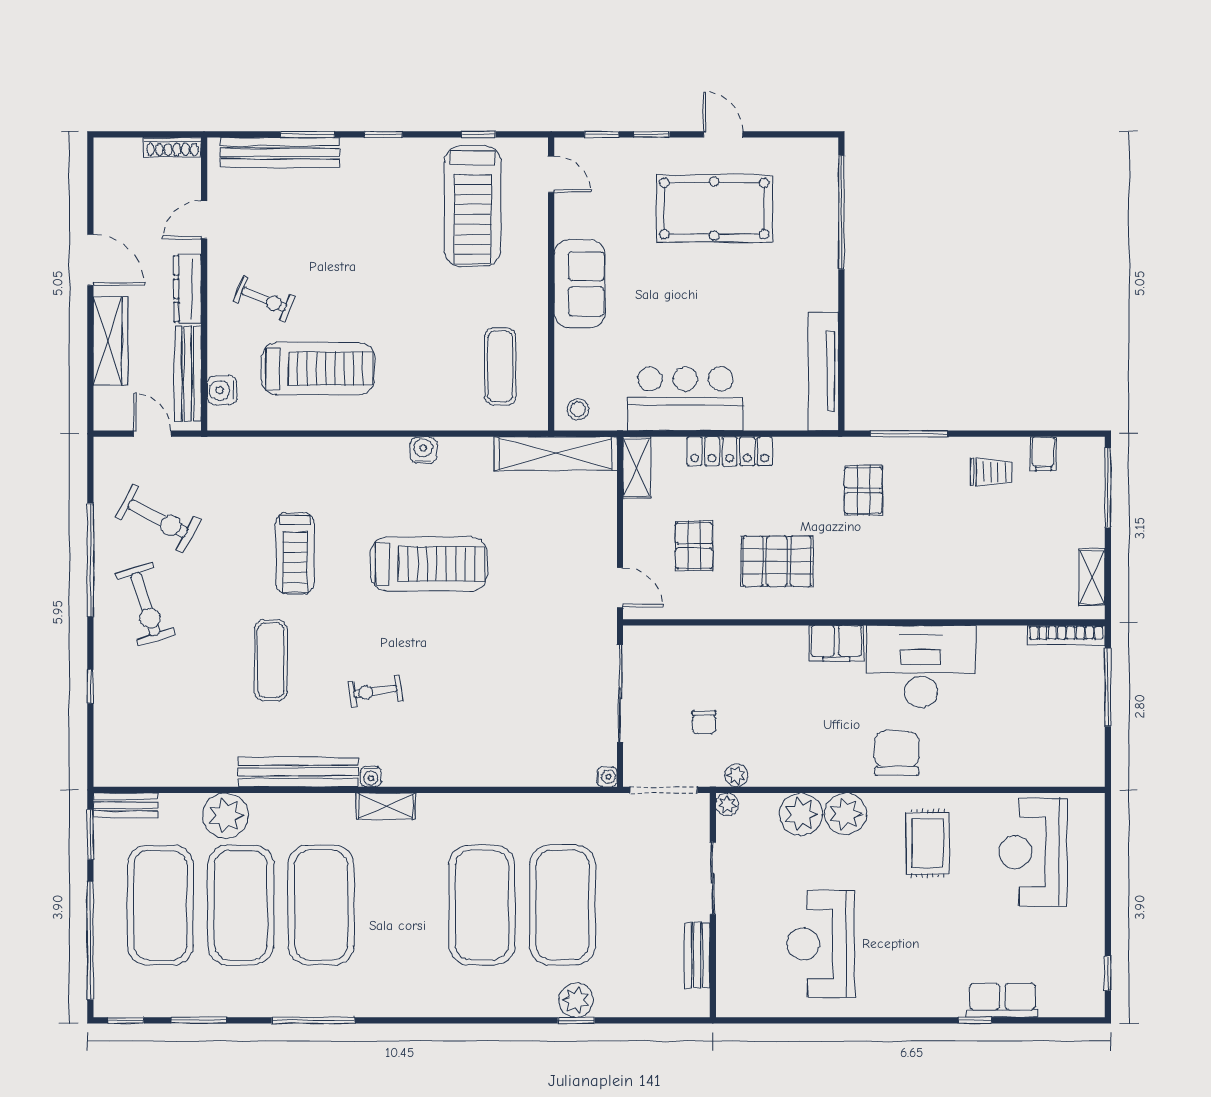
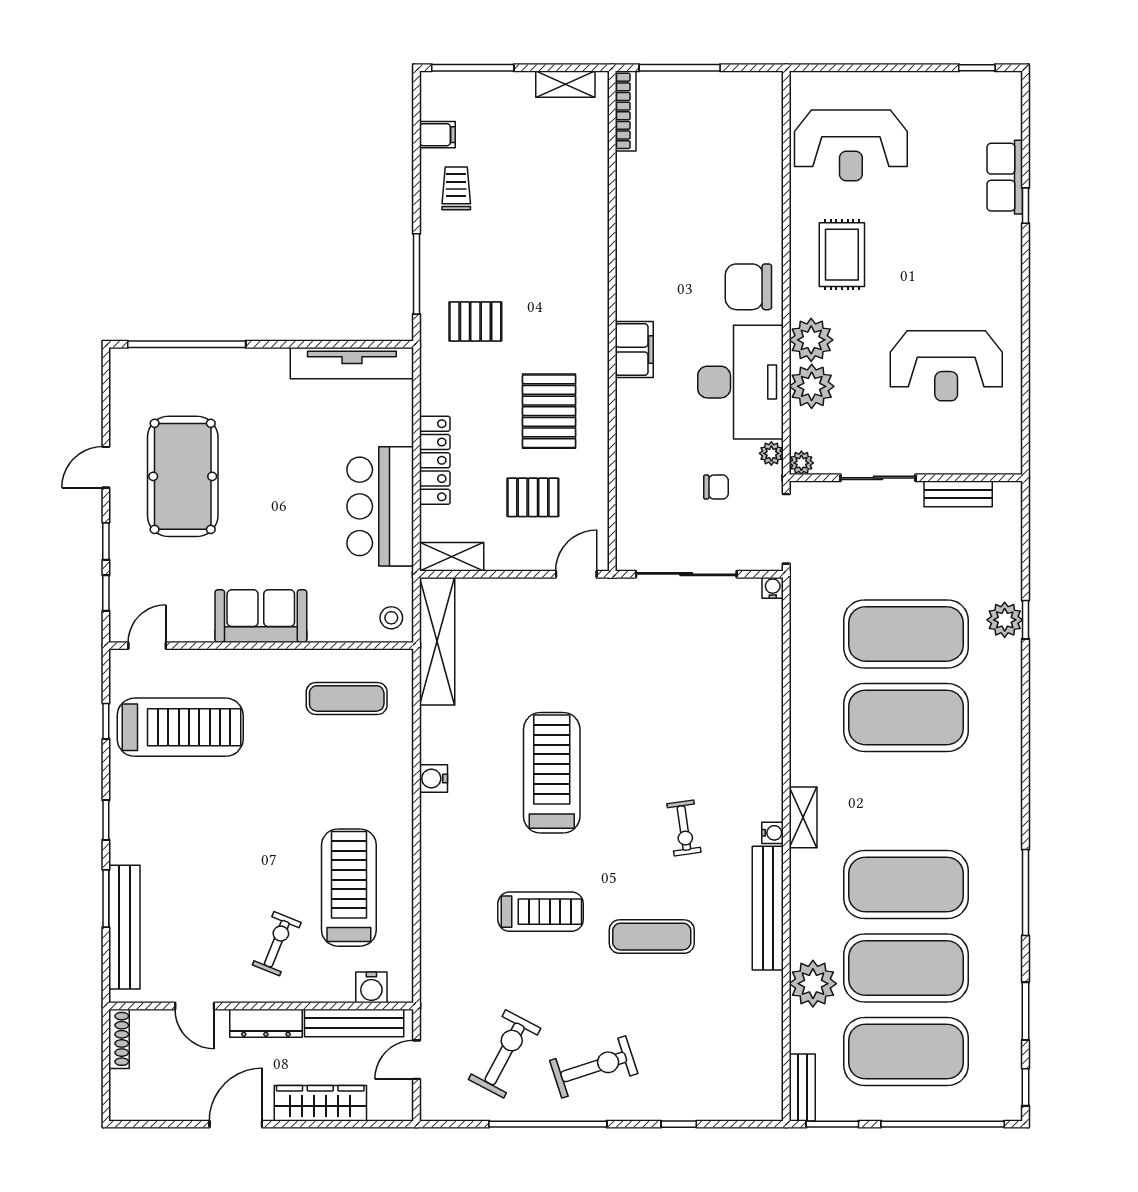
desk: (921, 666) -> (741, 382), moved, turned 180
rug: (928, 843) -> (842, 255), turned 90

